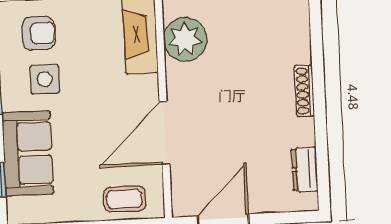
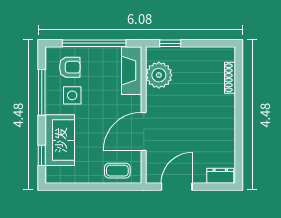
shoe rack: (305, 91) -> (230, 78), moved
dresser: (305, 169) -> (220, 176), moved, turned 90

